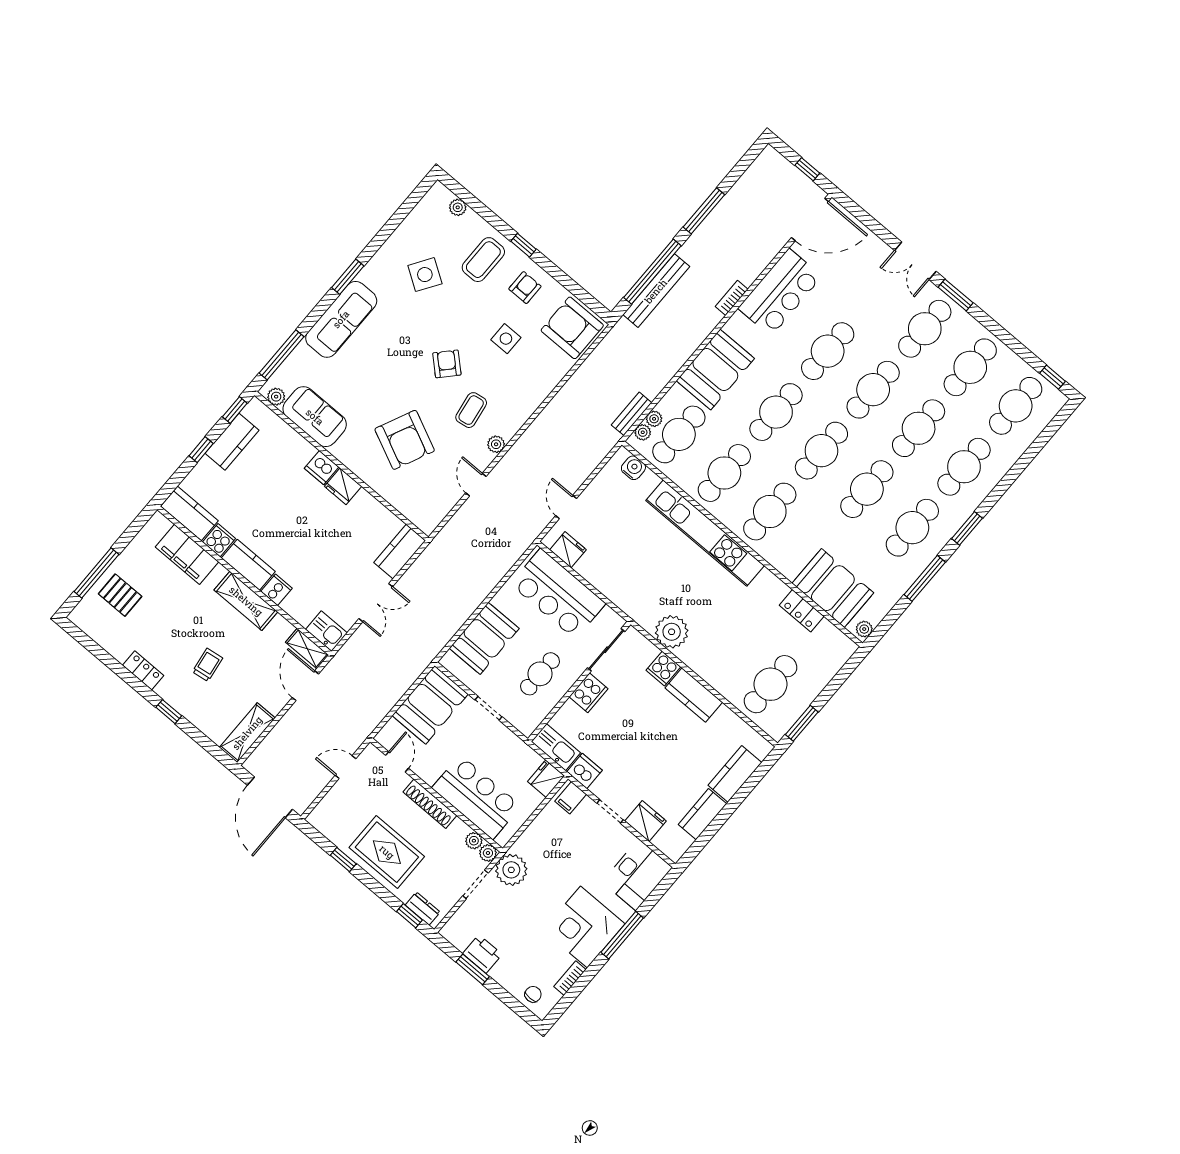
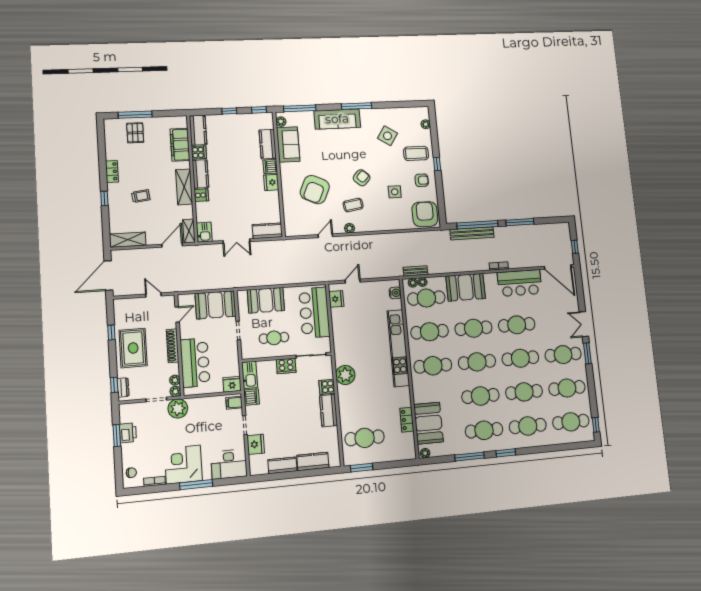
window: (348, 277) -> (356, 106), width x1.44
kitchen counter: (232, 442) -> (268, 144), moved, turned 90

